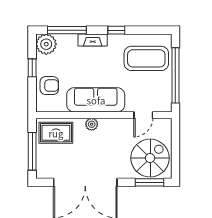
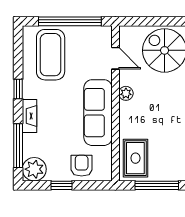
plant: (92, 124) -> (126, 93), moved

